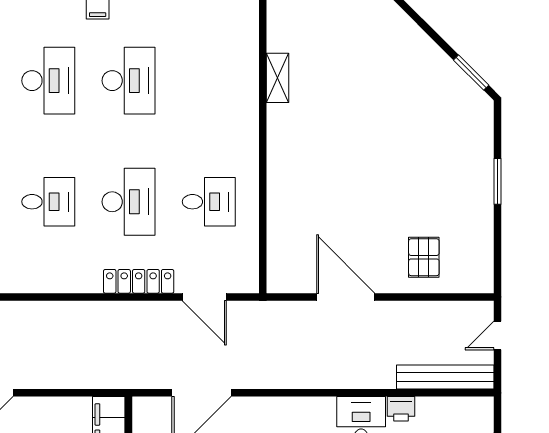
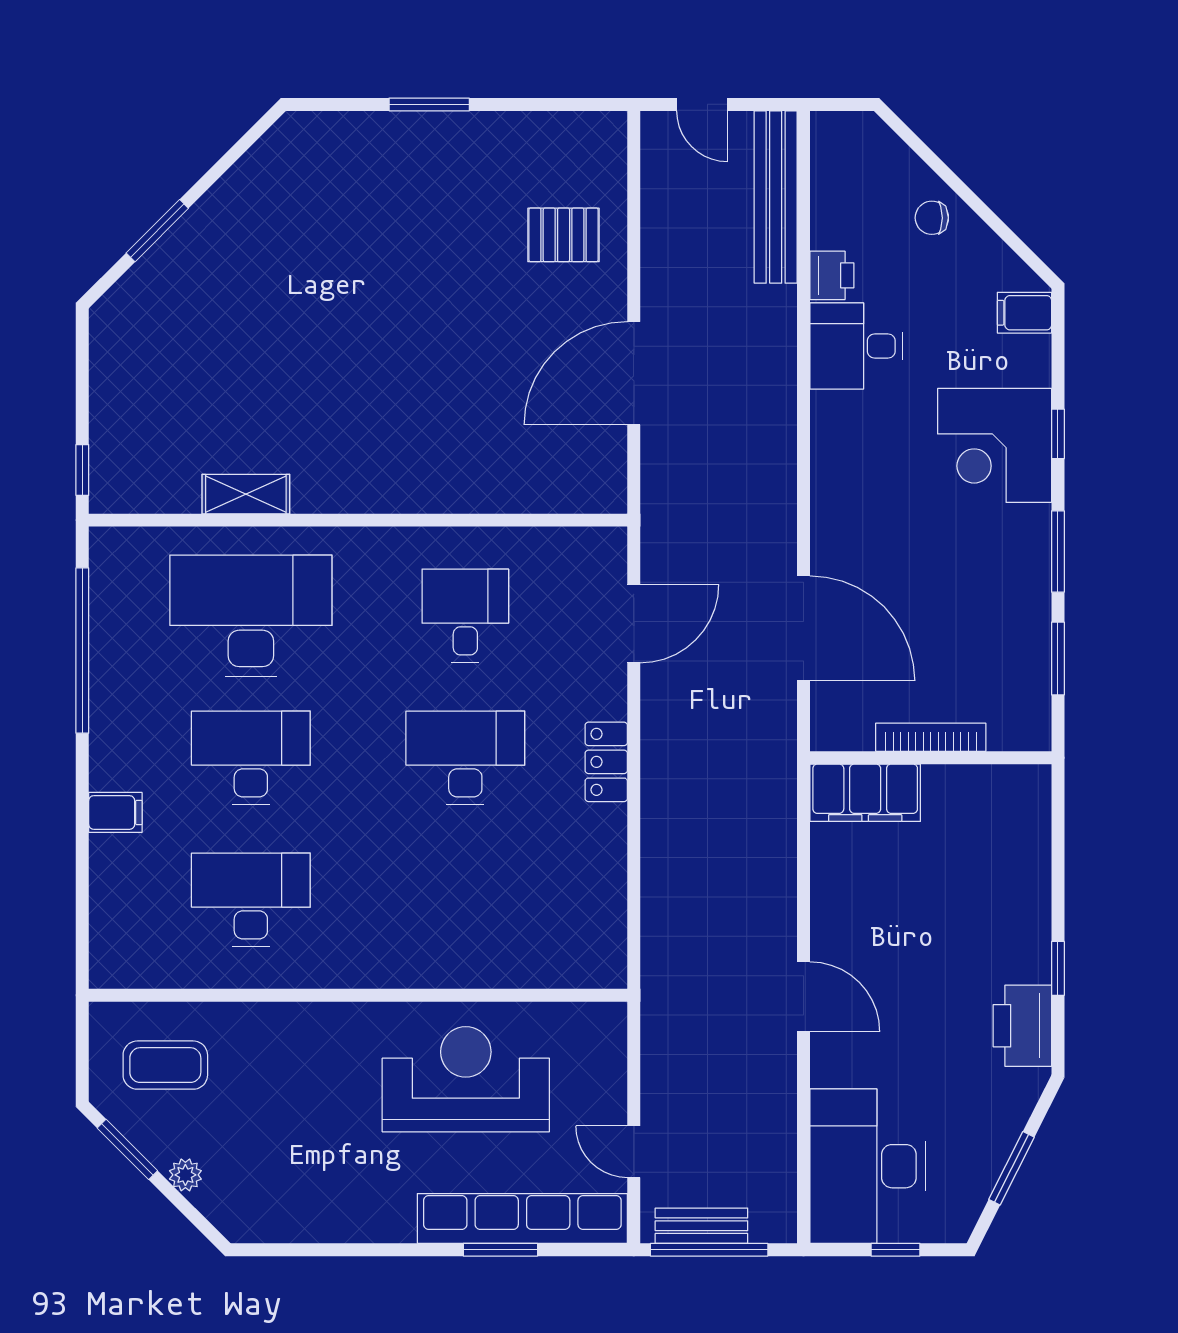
window: (471, 73) -> (157, 231), moved
desk: (48, 202) -> (251, 616), moved, width x1.87, depth x1.30
locker: (139, 281) -> (606, 762), width x0.66

